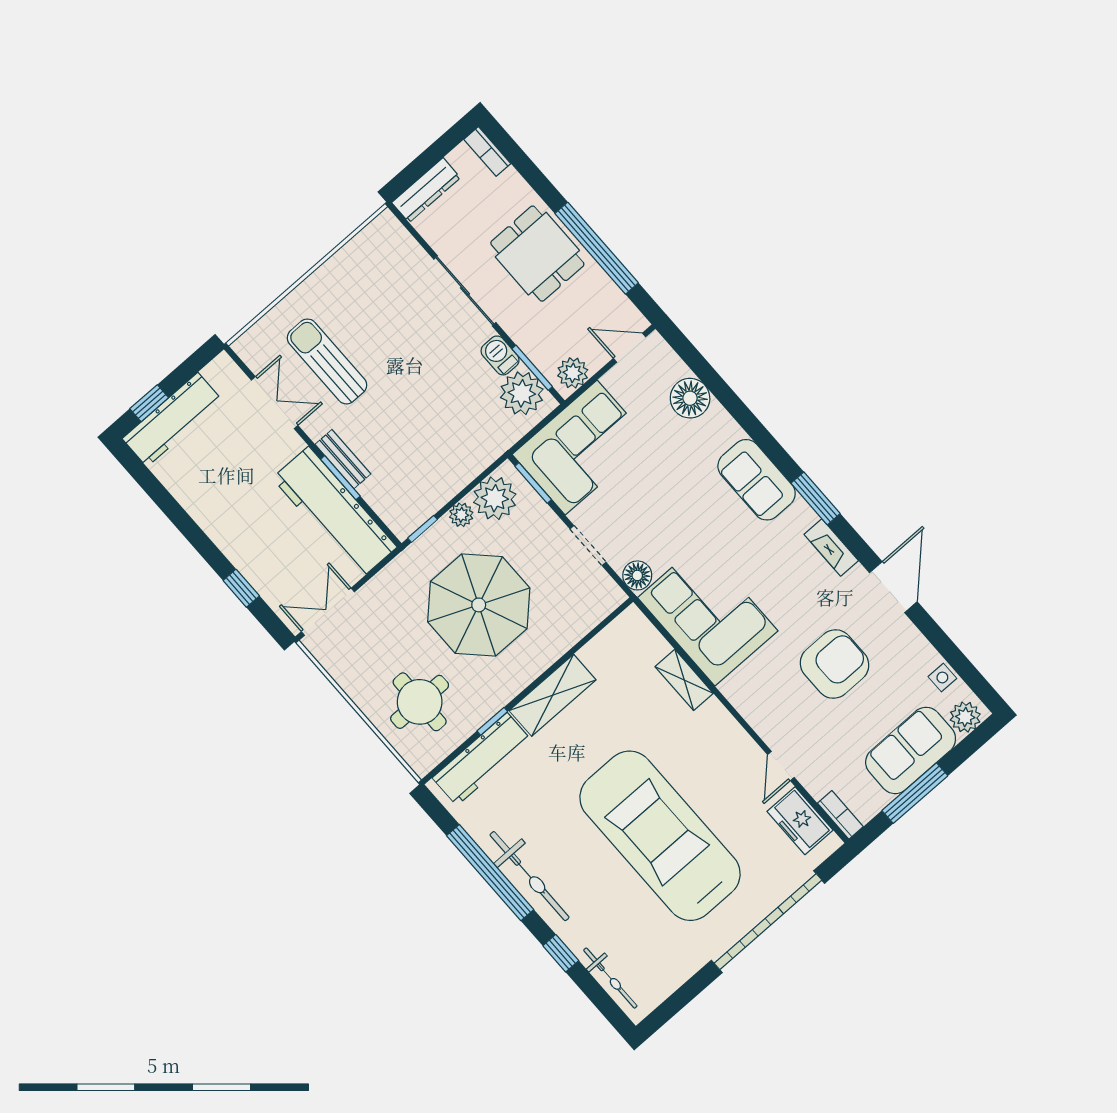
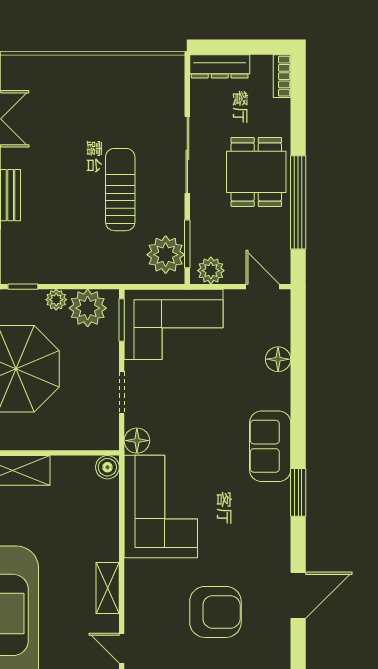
barbecue: (500, 355) -> (173, 217), removed
sun lounger: (327, 361) -> (120, 190), moved
floor lamp: (690, 398) -> (278, 359), width x0.73, depth x0.73
fireplace: (831, 548) -> (280, 534), removed
boiler: (632, 621) -> (107, 467), added
shelving: (684, 680) -> (108, 588), moved
door: (781, 766) -> (122, 648), hinge flipped

